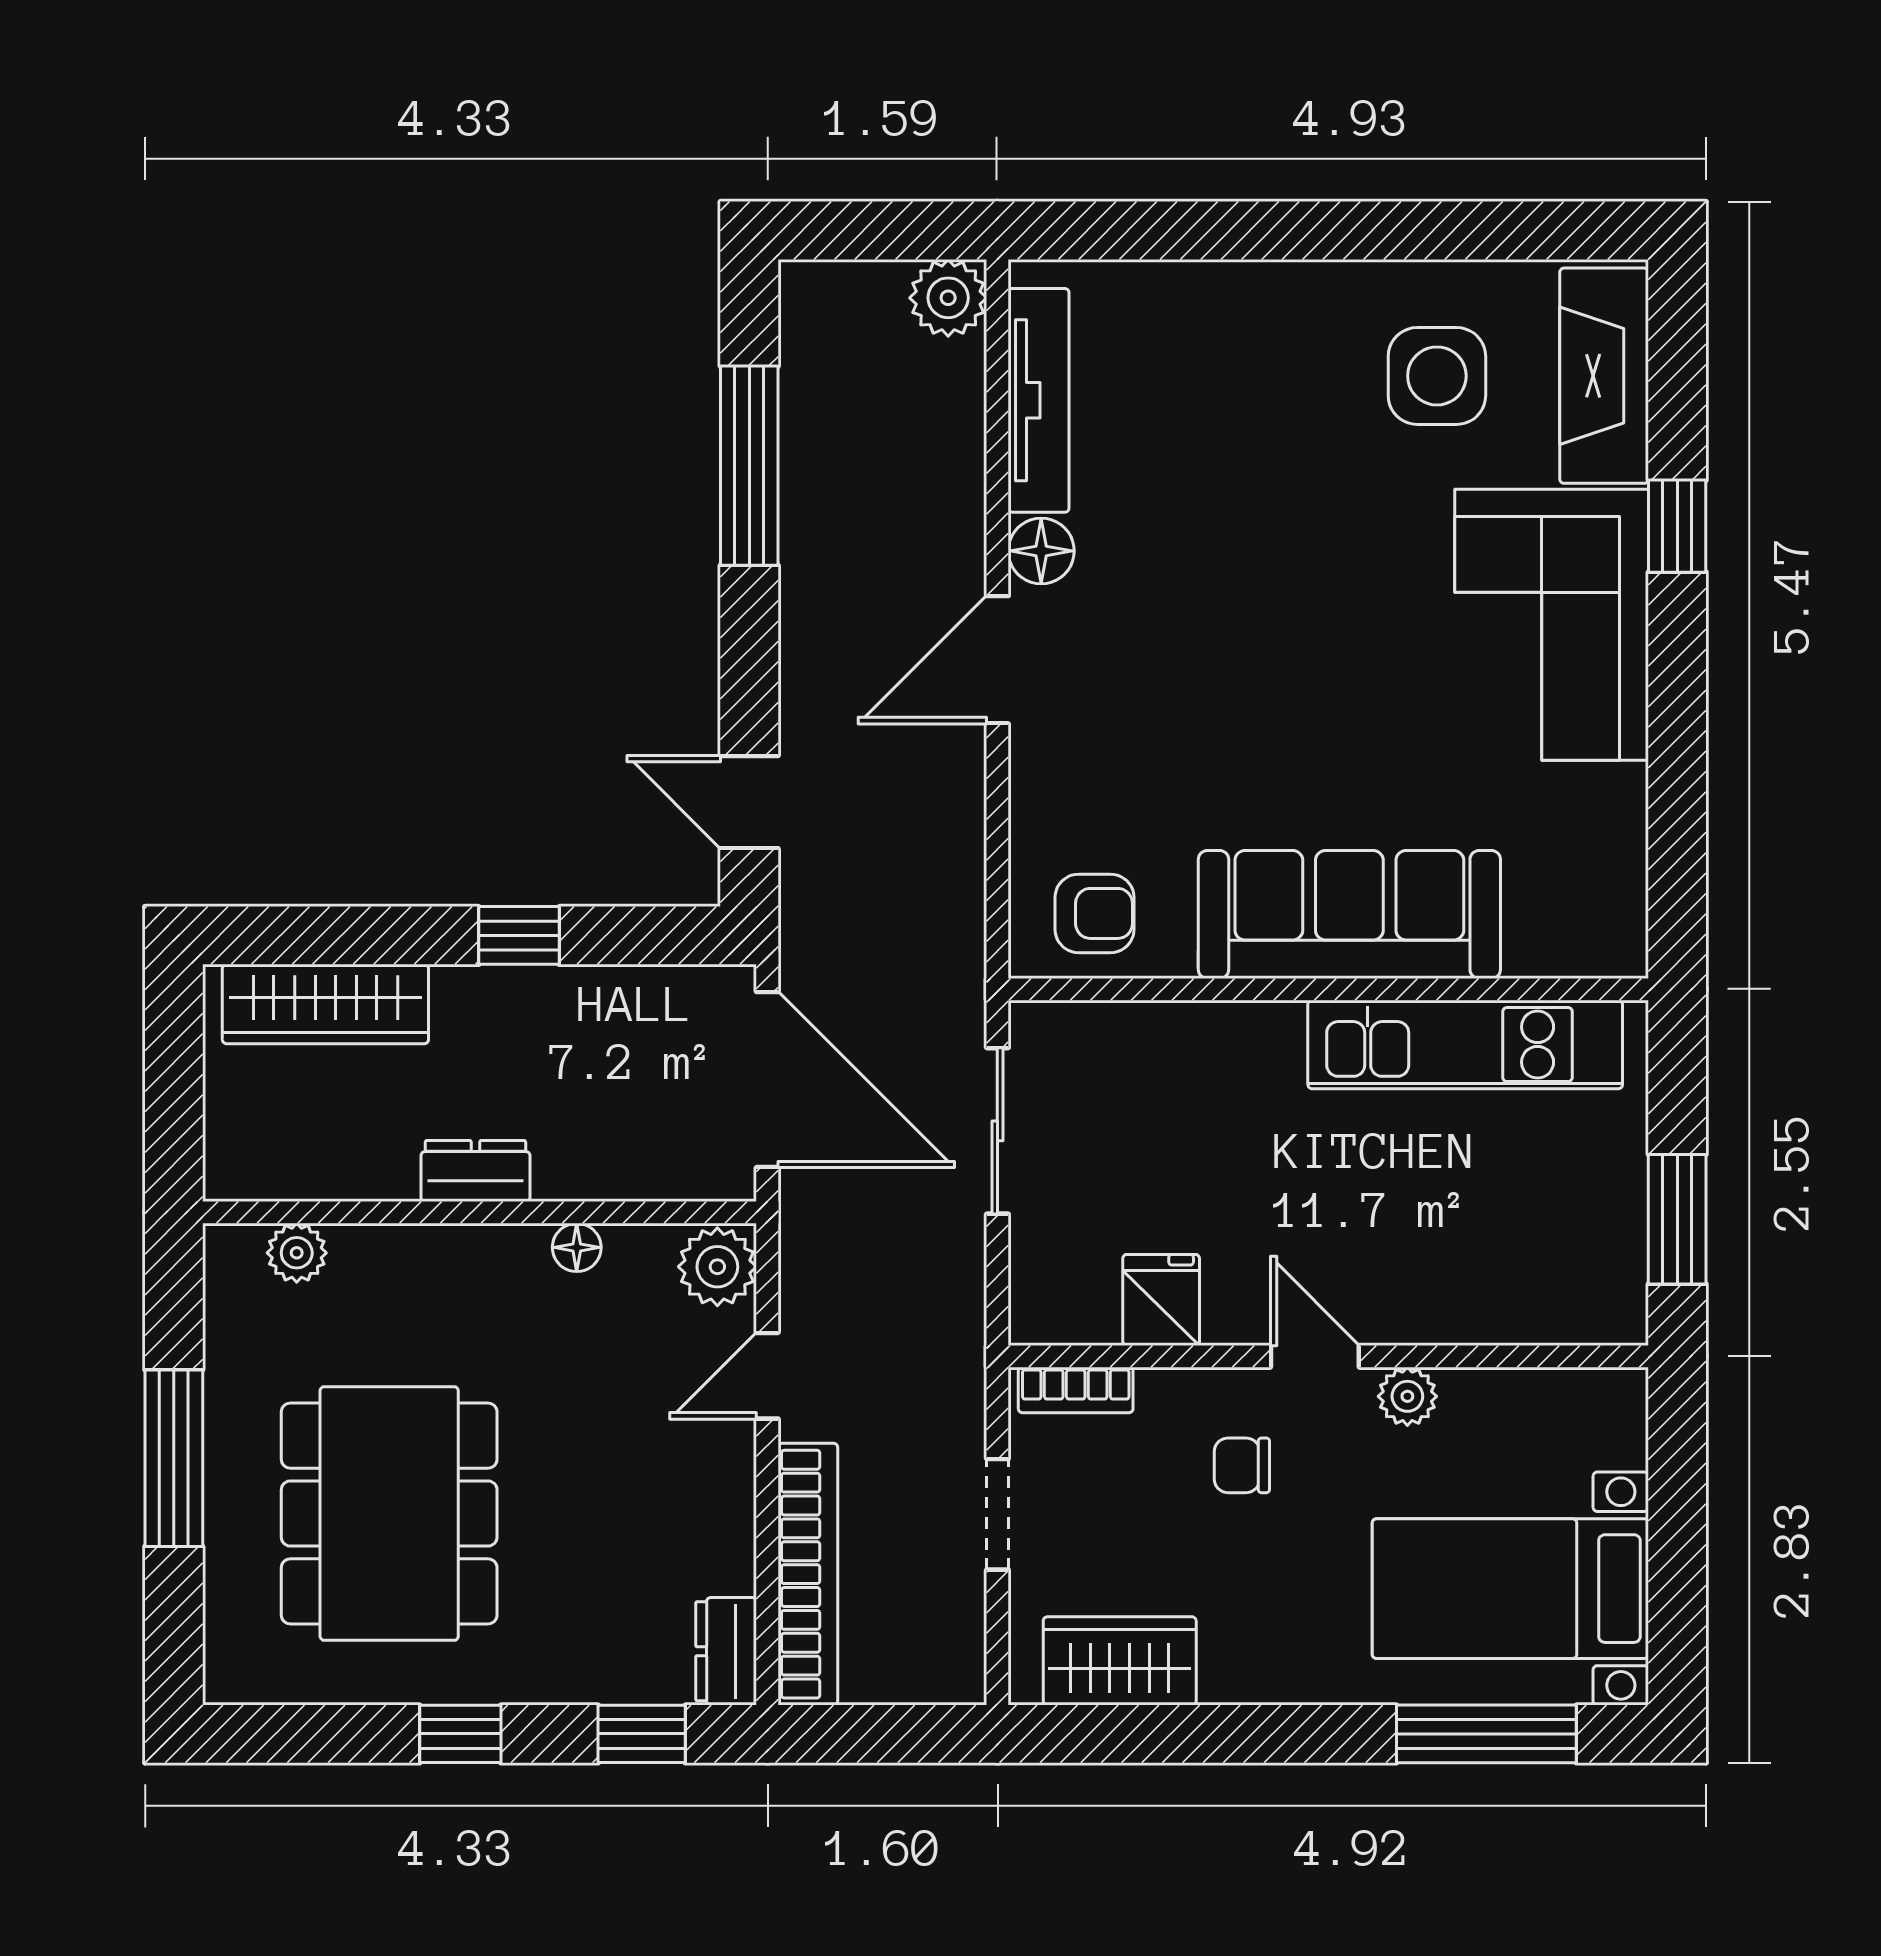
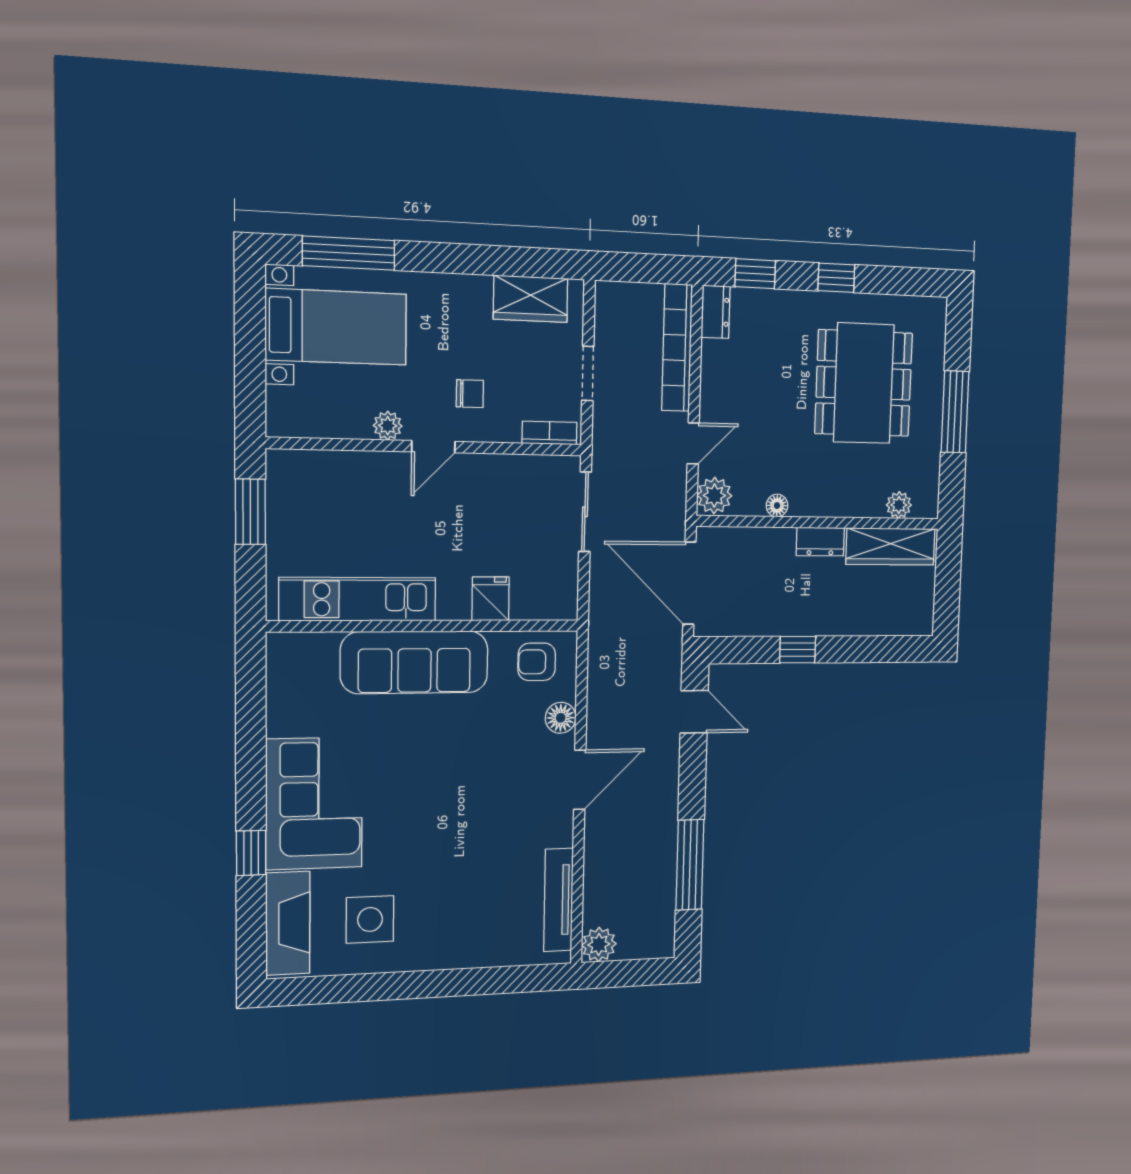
floor lamp: (1041, 551) -> (561, 718), moved
wardrobe: (325, 1004) -> (891, 546), moved, turned 180
sliding door: (997, 1131) -> (585, 512), moved
fridge: (1161, 1300) -> (491, 599), moved, turned 180
door: (1315, 1356) -> (433, 447), hinge flipped

